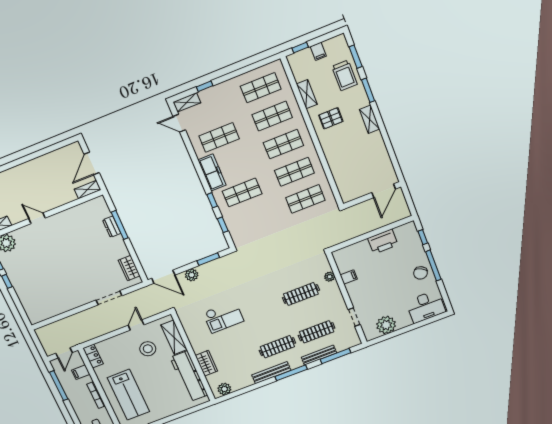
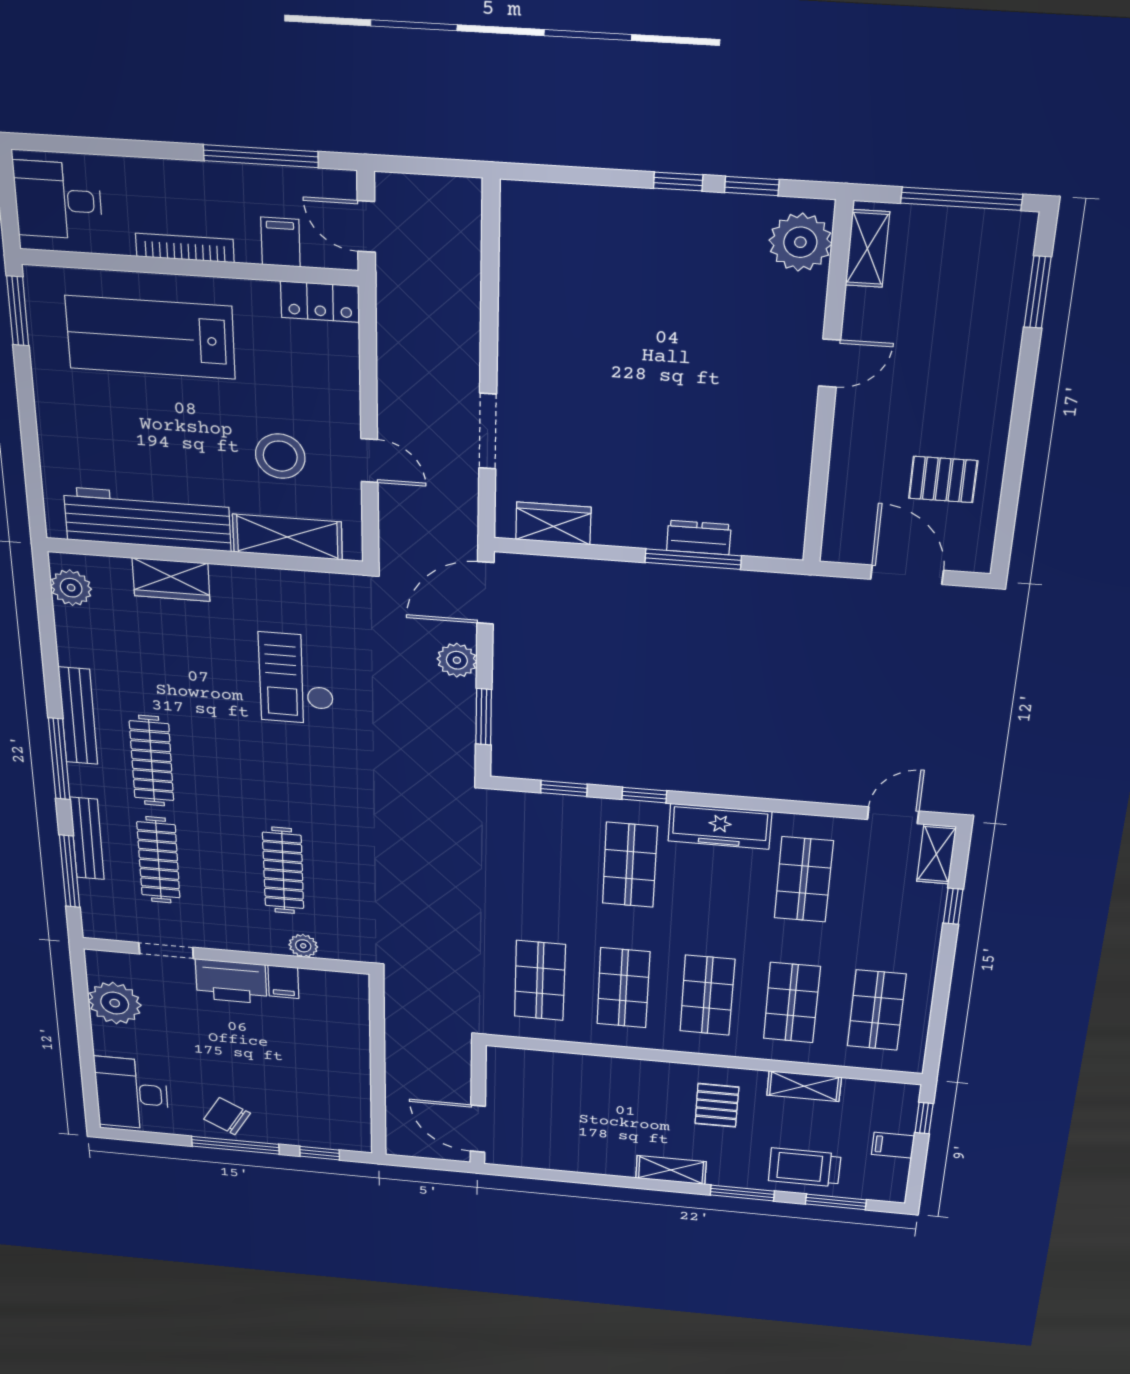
pallet: (55, 170) -> (943, 479), added
shelving: (87, 190) -> (840, 530), removed
printer: (383, 242) -> (231, 981), moved, turned -90

